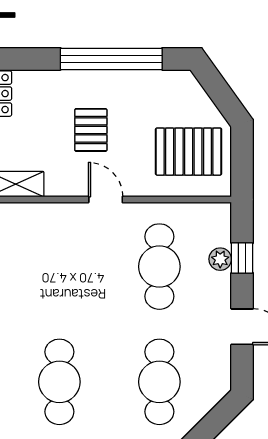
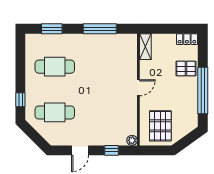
pallet: (91, 130) -> (186, 69), moved
plant: (220, 259) -> (132, 140), moved
cafe table: (159, 267) -> (108, 112), removed

